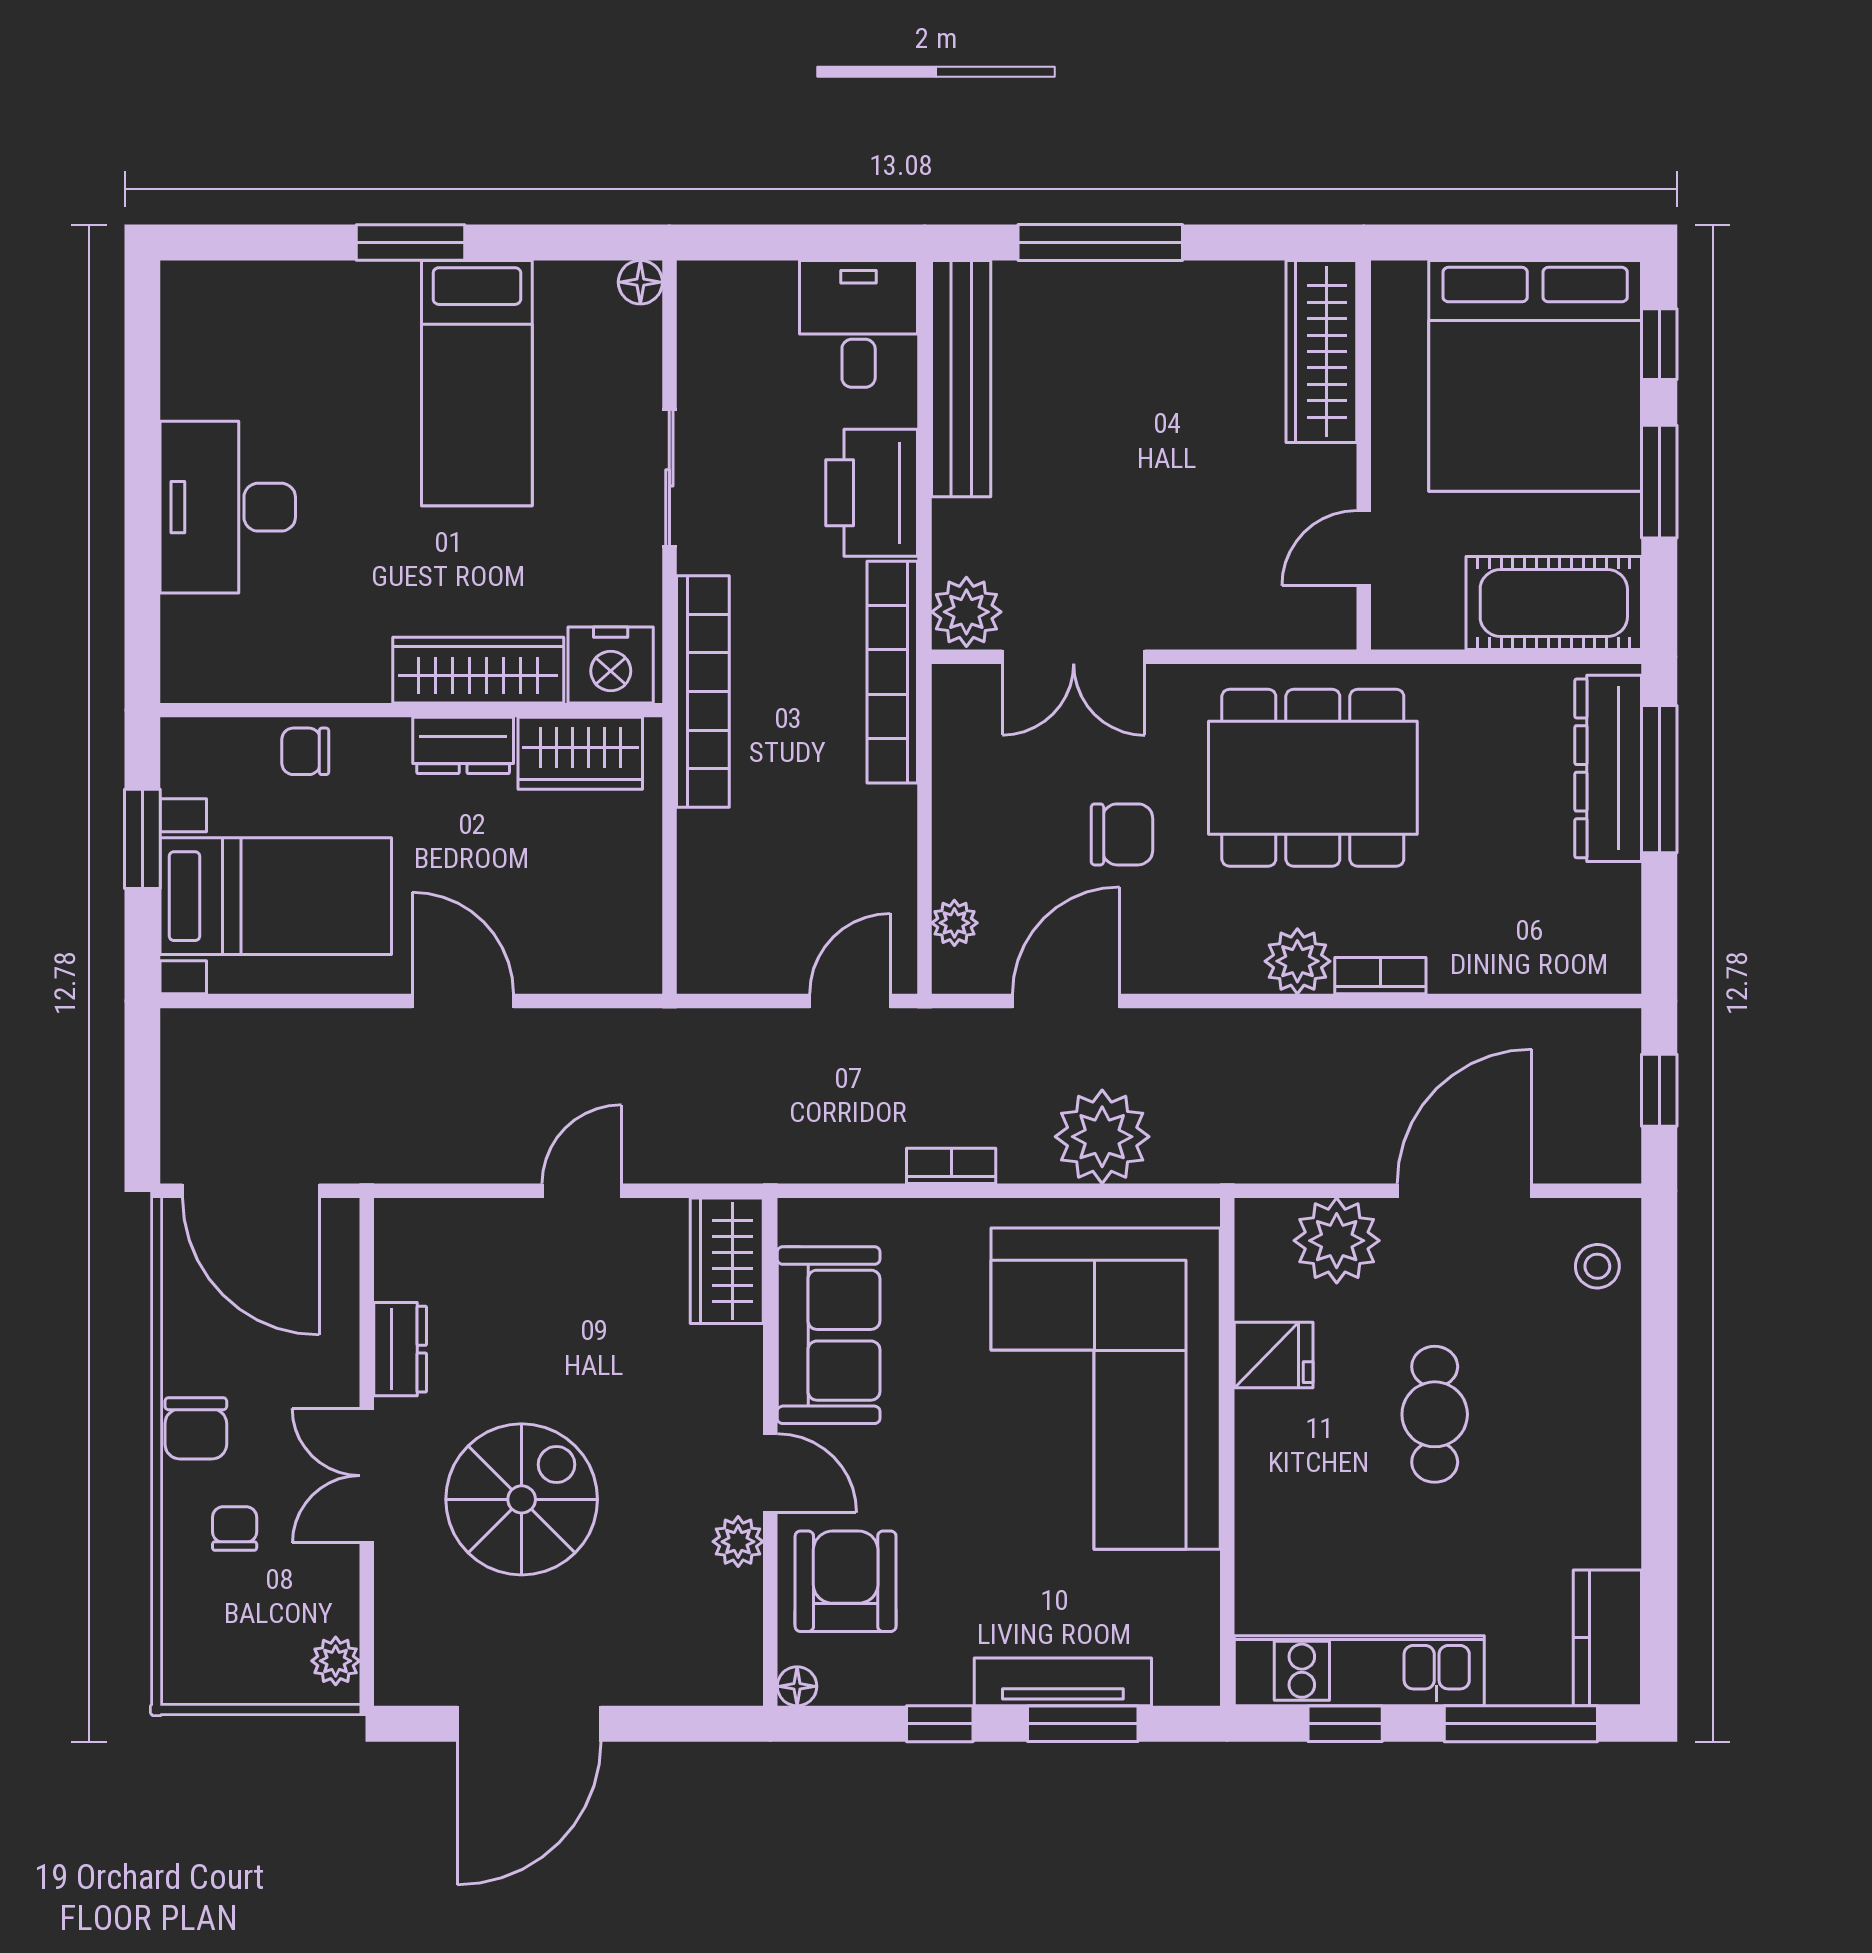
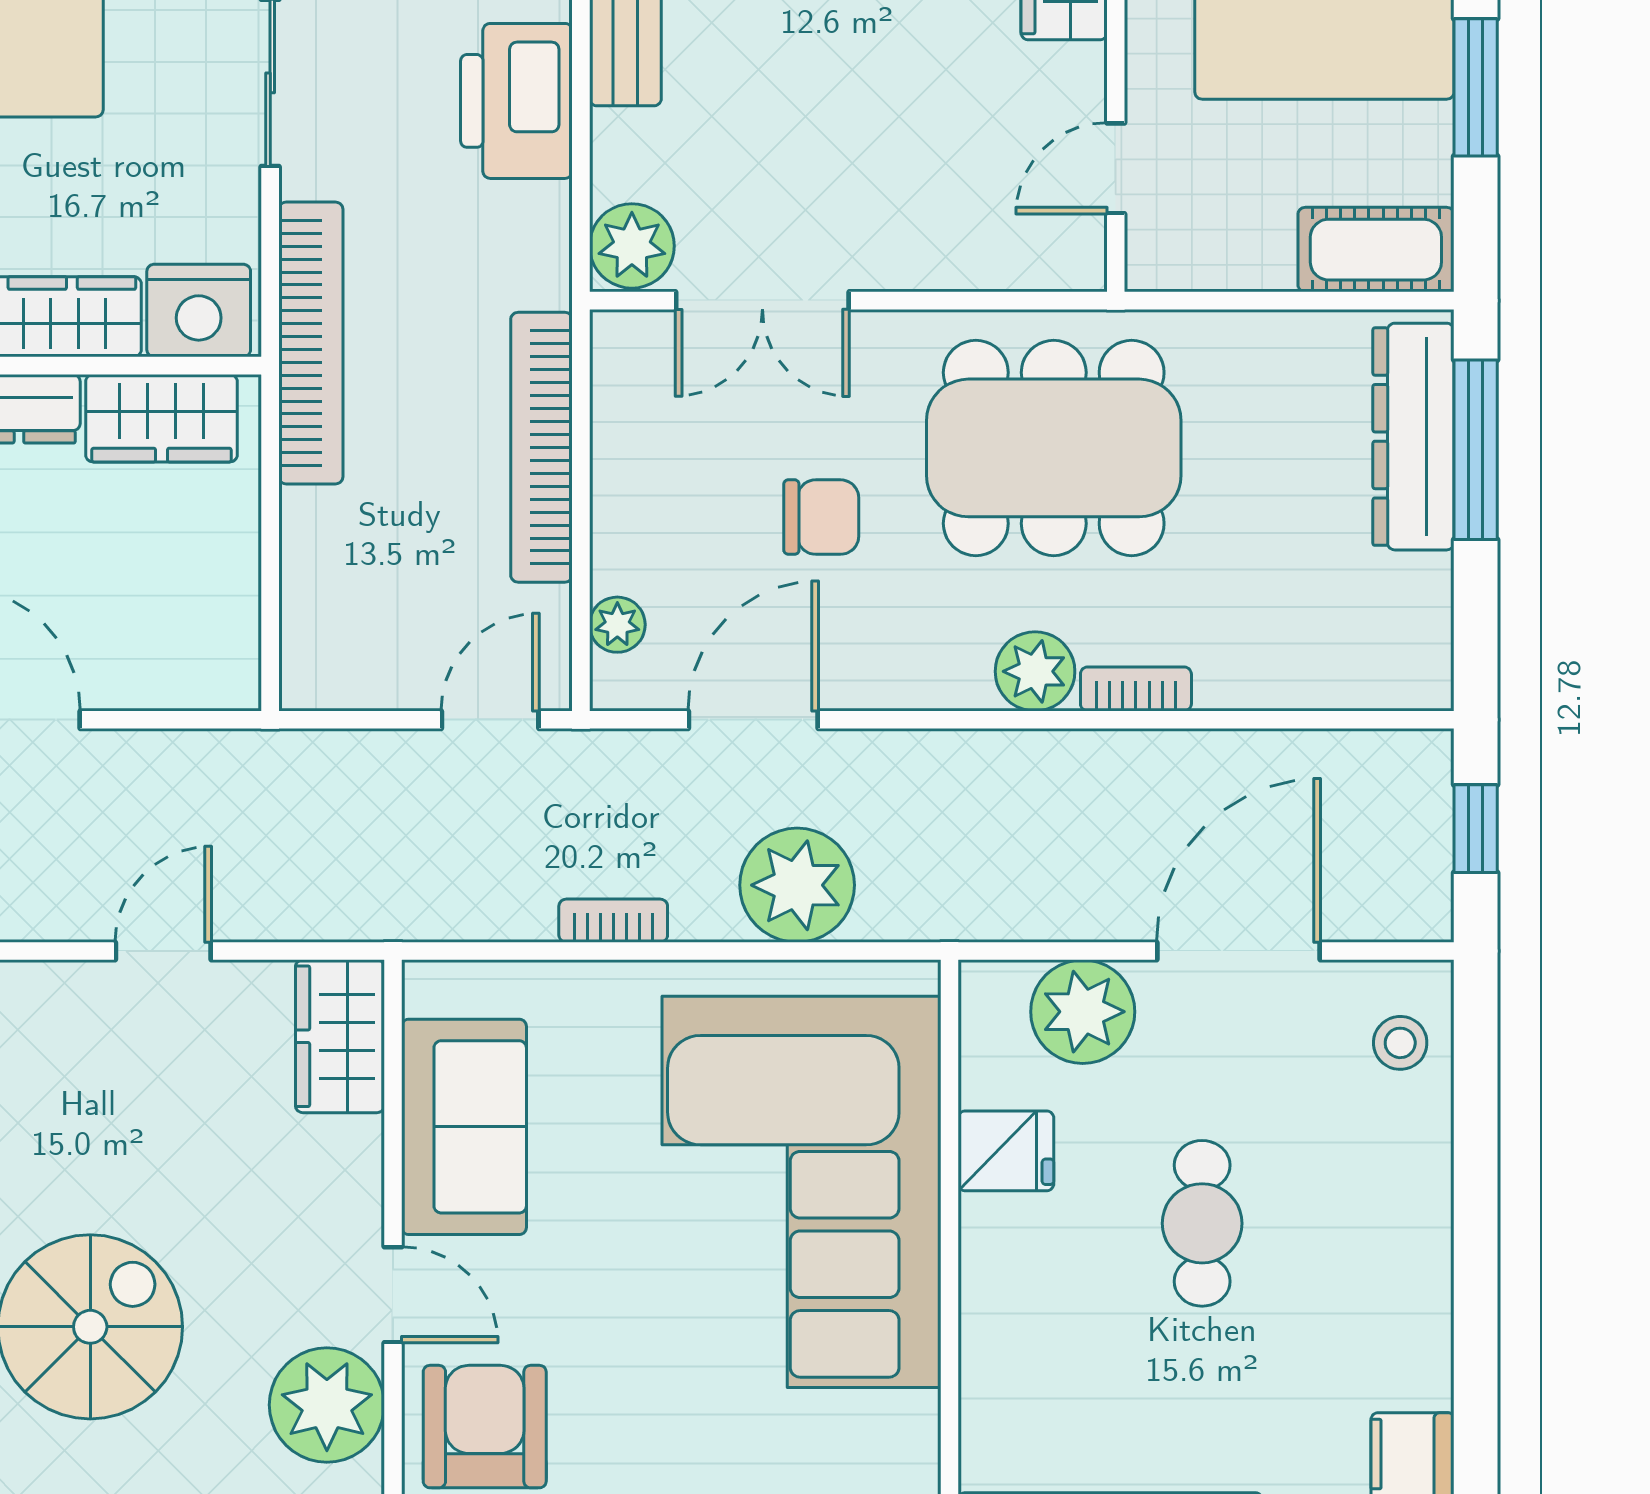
cot: (1554, 603) -> (1376, 250), width x0.73, depth x0.75
bookcase: (892, 672) -> (542, 447), moved
plant: (738, 1542) -> (327, 1405), width x1.88, depth x1.88

